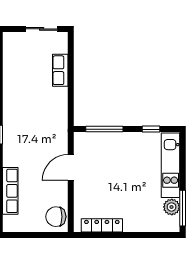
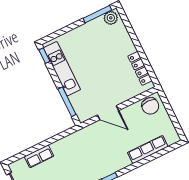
window: (151, 129) -> (44, 56), moved
kitchen unit: (171, 165) -> (62, 69), moved, turned -90
plant: (172, 207) -> (111, 18), moved

